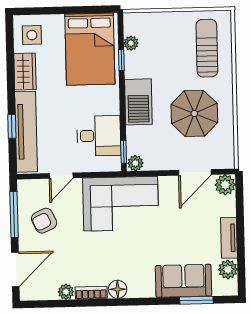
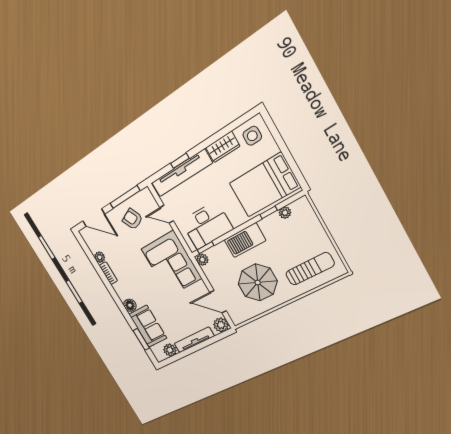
desk: (99, 136) -> (207, 225), width x1.37
tv unit: (229, 238) -> (194, 340), width x1.41
floor lamp: (118, 289) -> (130, 305), moved

